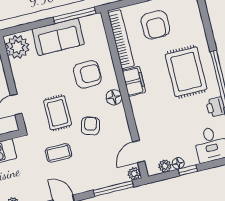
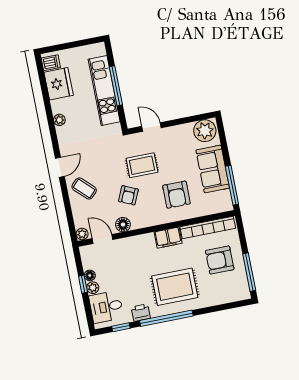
floor lamp: (114, 97) -> (123, 225), moved
armchair: (90, 126) -> (128, 195), turned 97
coffee table: (58, 153) -> (84, 188), moved, turned -46
plant: (165, 166) -> (93, 288), moved
window: (113, 189) -> (69, 214), removed

